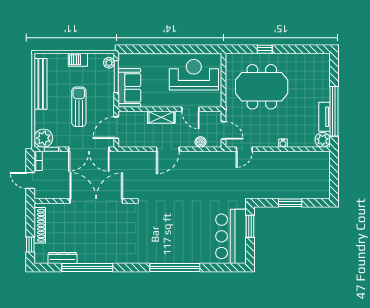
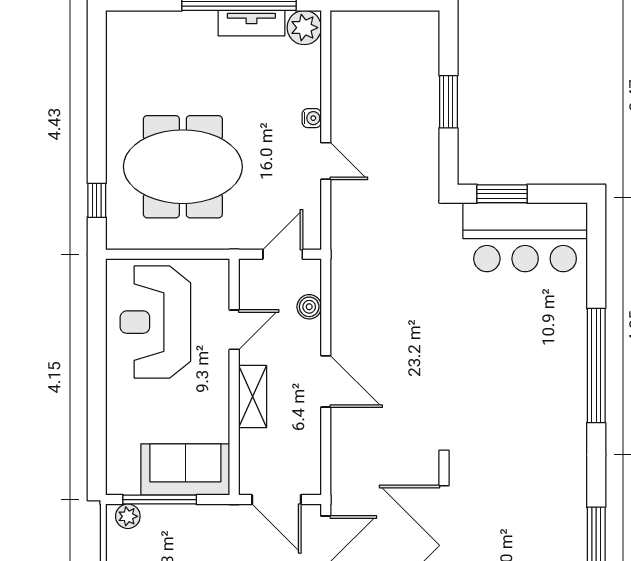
window: (265, 49) -> (97, 200), moved
meeting table: (262, 87) -> (183, 167), turned 90
door: (244, 149) -> (326, 161), moved

